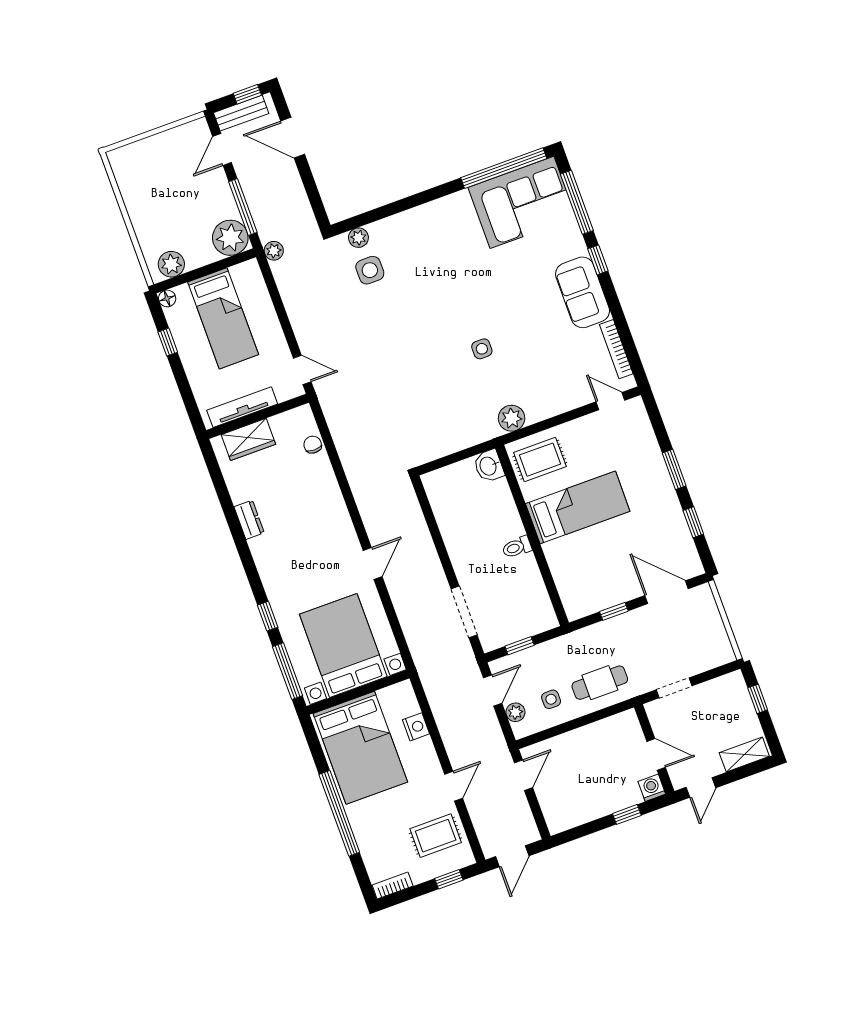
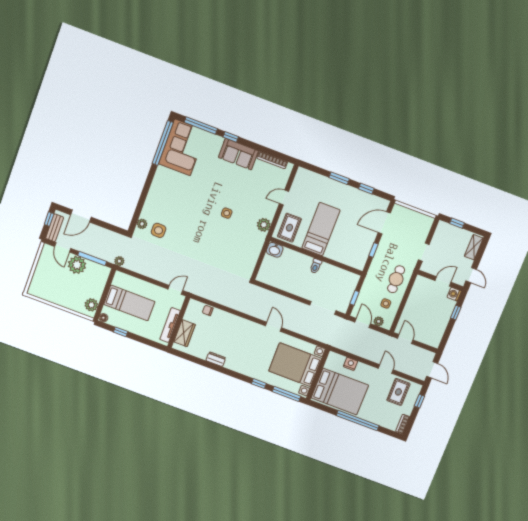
plant: (230, 238) -> (77, 265), moved
door: (610, 401) -> (284, 197), moved

